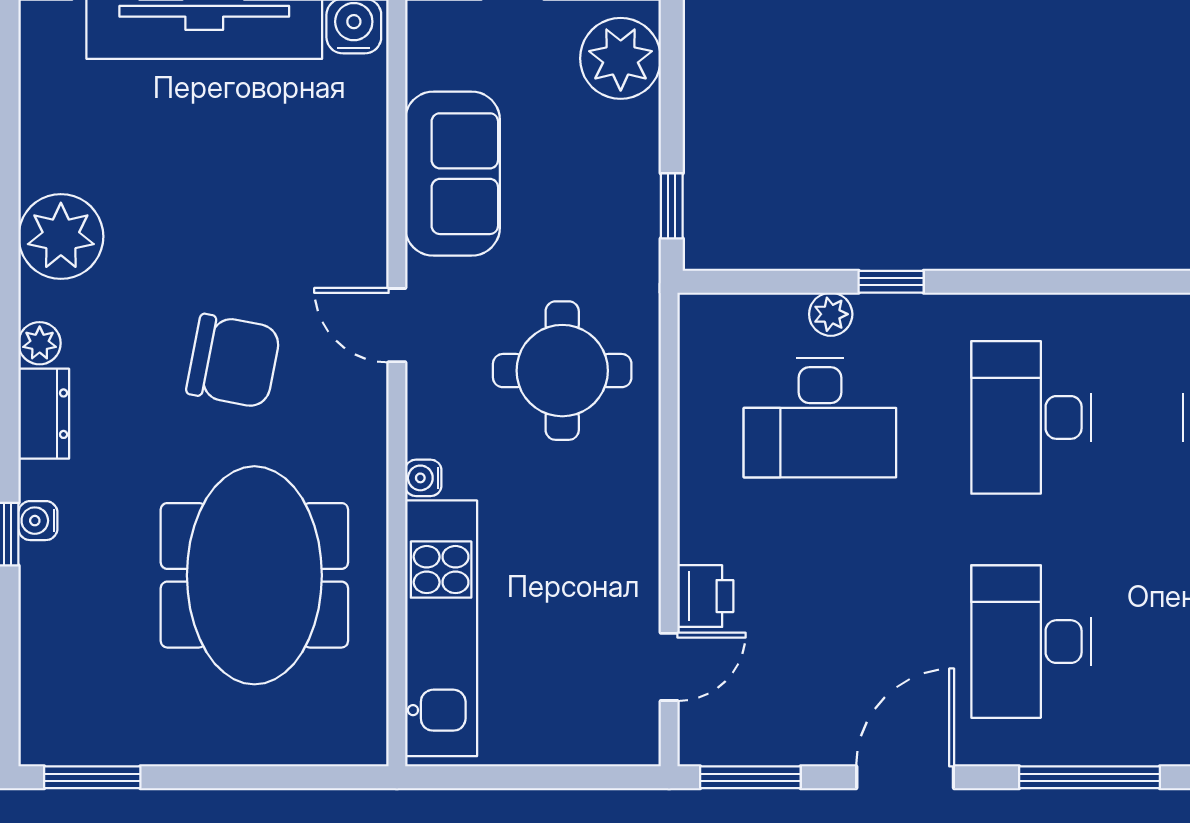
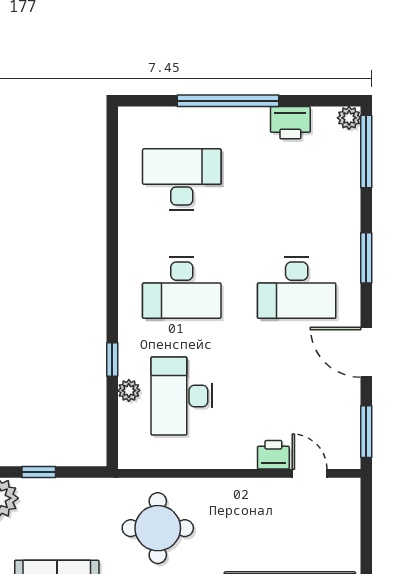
window: (672, 206) -> (39, 472), moved
desk: (820, 417) -> (182, 396), turned 180
window: (1090, 777) -> (366, 258), width x0.69

